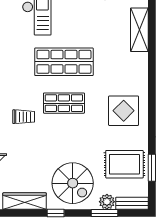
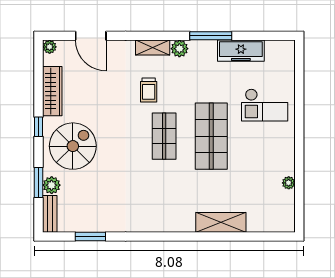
shelving: (139, 30) -> (221, 222), moved
display table: (124, 111) -> (155, 204), removed
rug: (124, 164) -> (94, 205), removed
spiral stairs: (73, 183) -> (73, 146), turned 180

